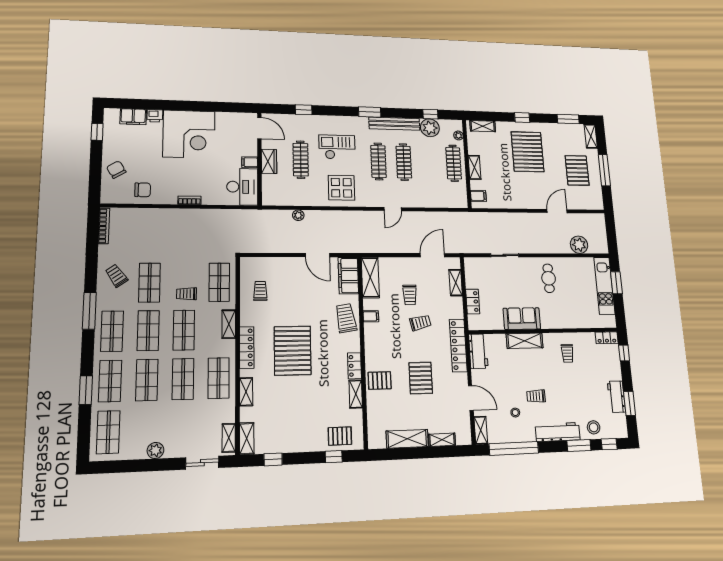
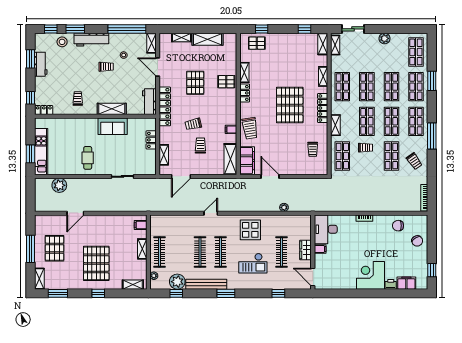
corner desk: (189, 134) -> (370, 275), width x0.74, depth x0.74

